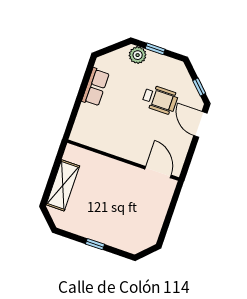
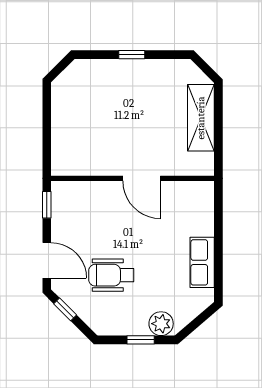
window: (187, 162) -> (47, 205), added
door: (158, 172) -> (142, 178), moved

